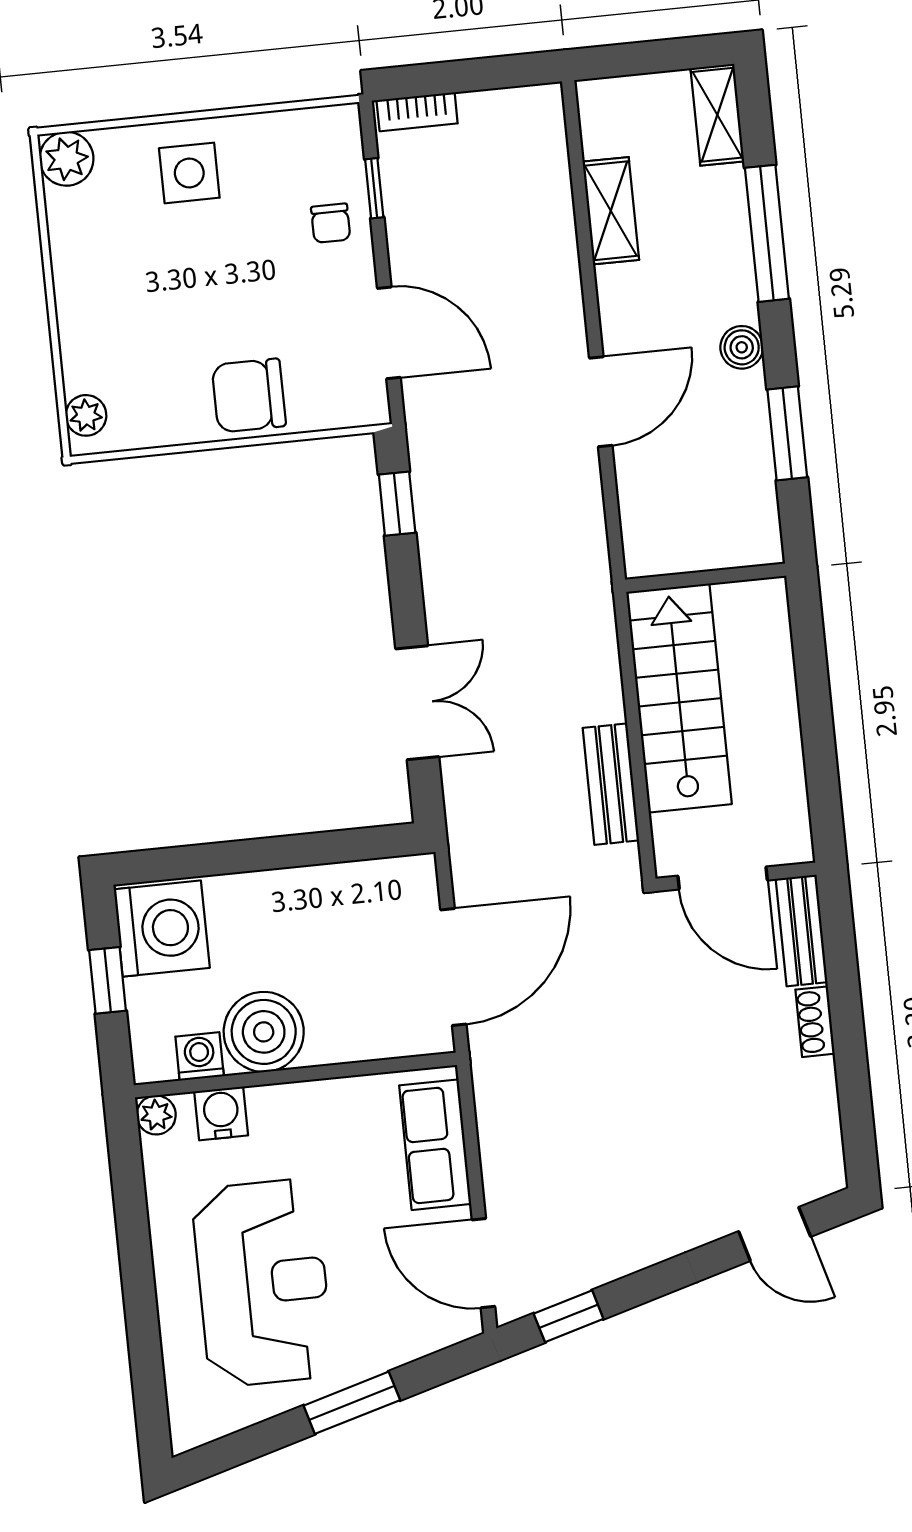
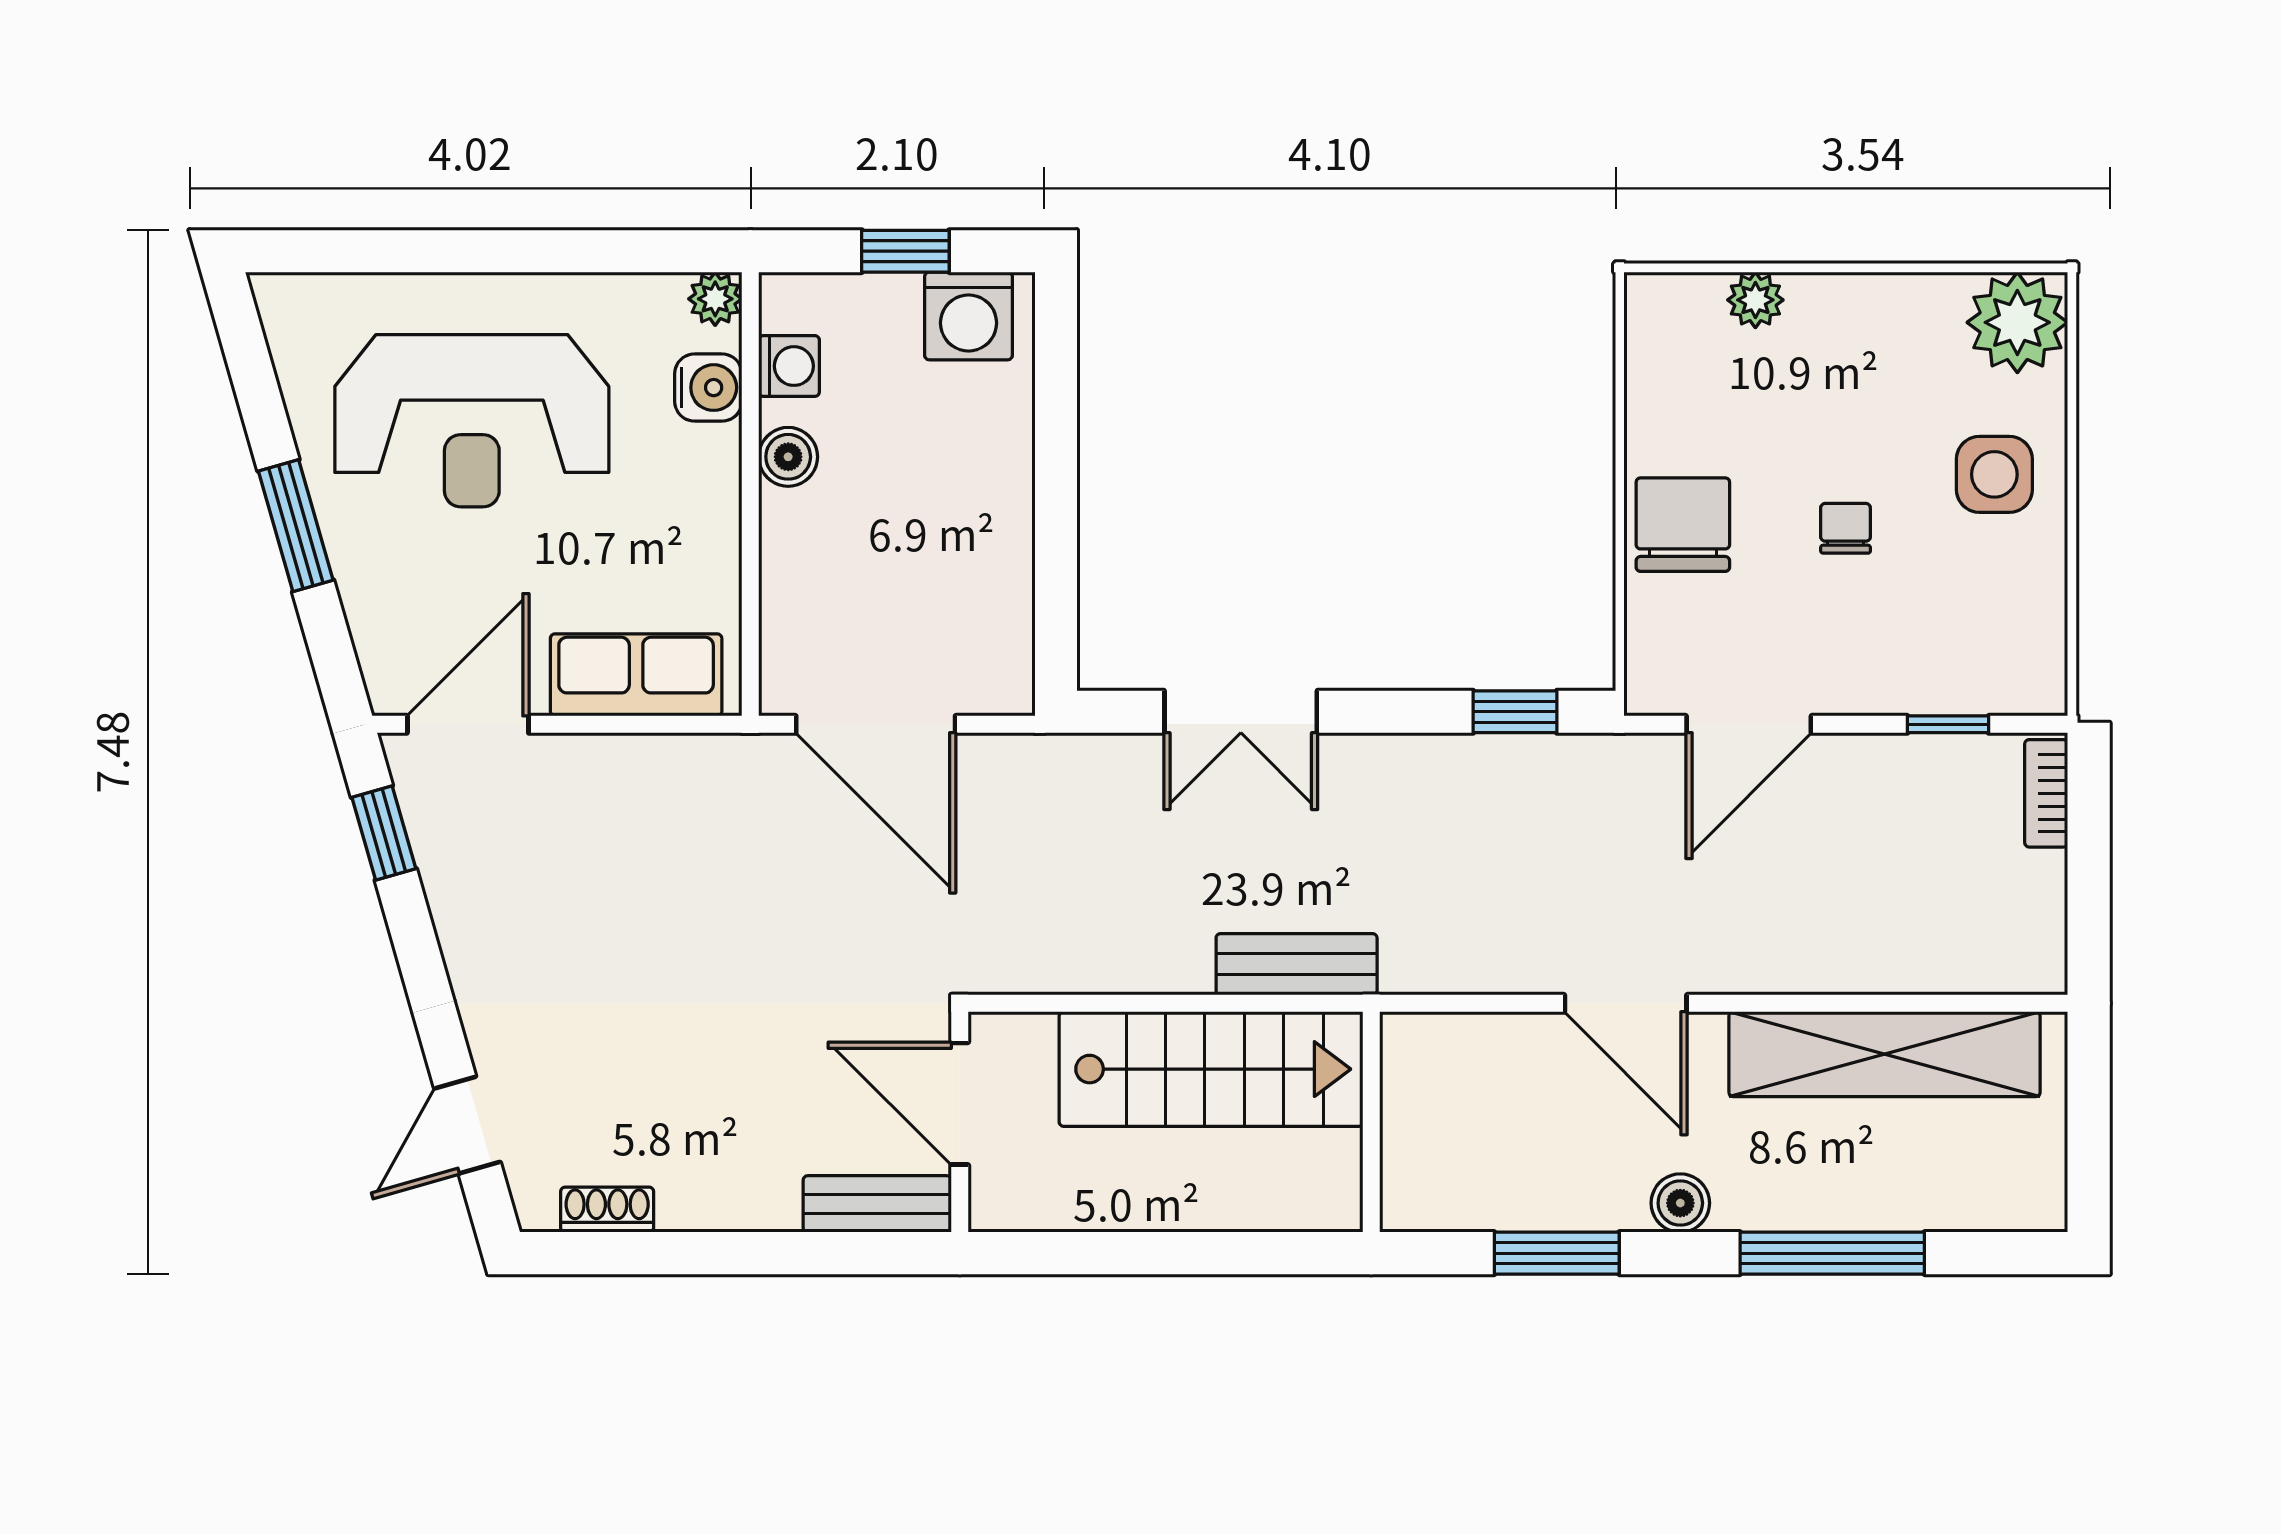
shelving: (717, 115) -> (2001, 1202), removed
plant: (67, 159) -> (2017, 322), width x1.36, depth x1.36
shelving: (611, 211) -> (1885, 1054), width x2.20, depth x1.33
chair: (331, 223) -> (1846, 528), moved, turned 90
plant: (86, 415) -> (1755, 300), moved
bench: (611, 784) -> (1297, 964), moved
door: (723, 878) -> (960, 1104), hinge flipped
washing machine: (162, 929) -> (969, 316), width x0.73, depth x0.73
shoe rack: (815, 1022) -> (607, 1210), moved
boiler: (264, 1032) -> (788, 457), width x0.54, depth x0.54

